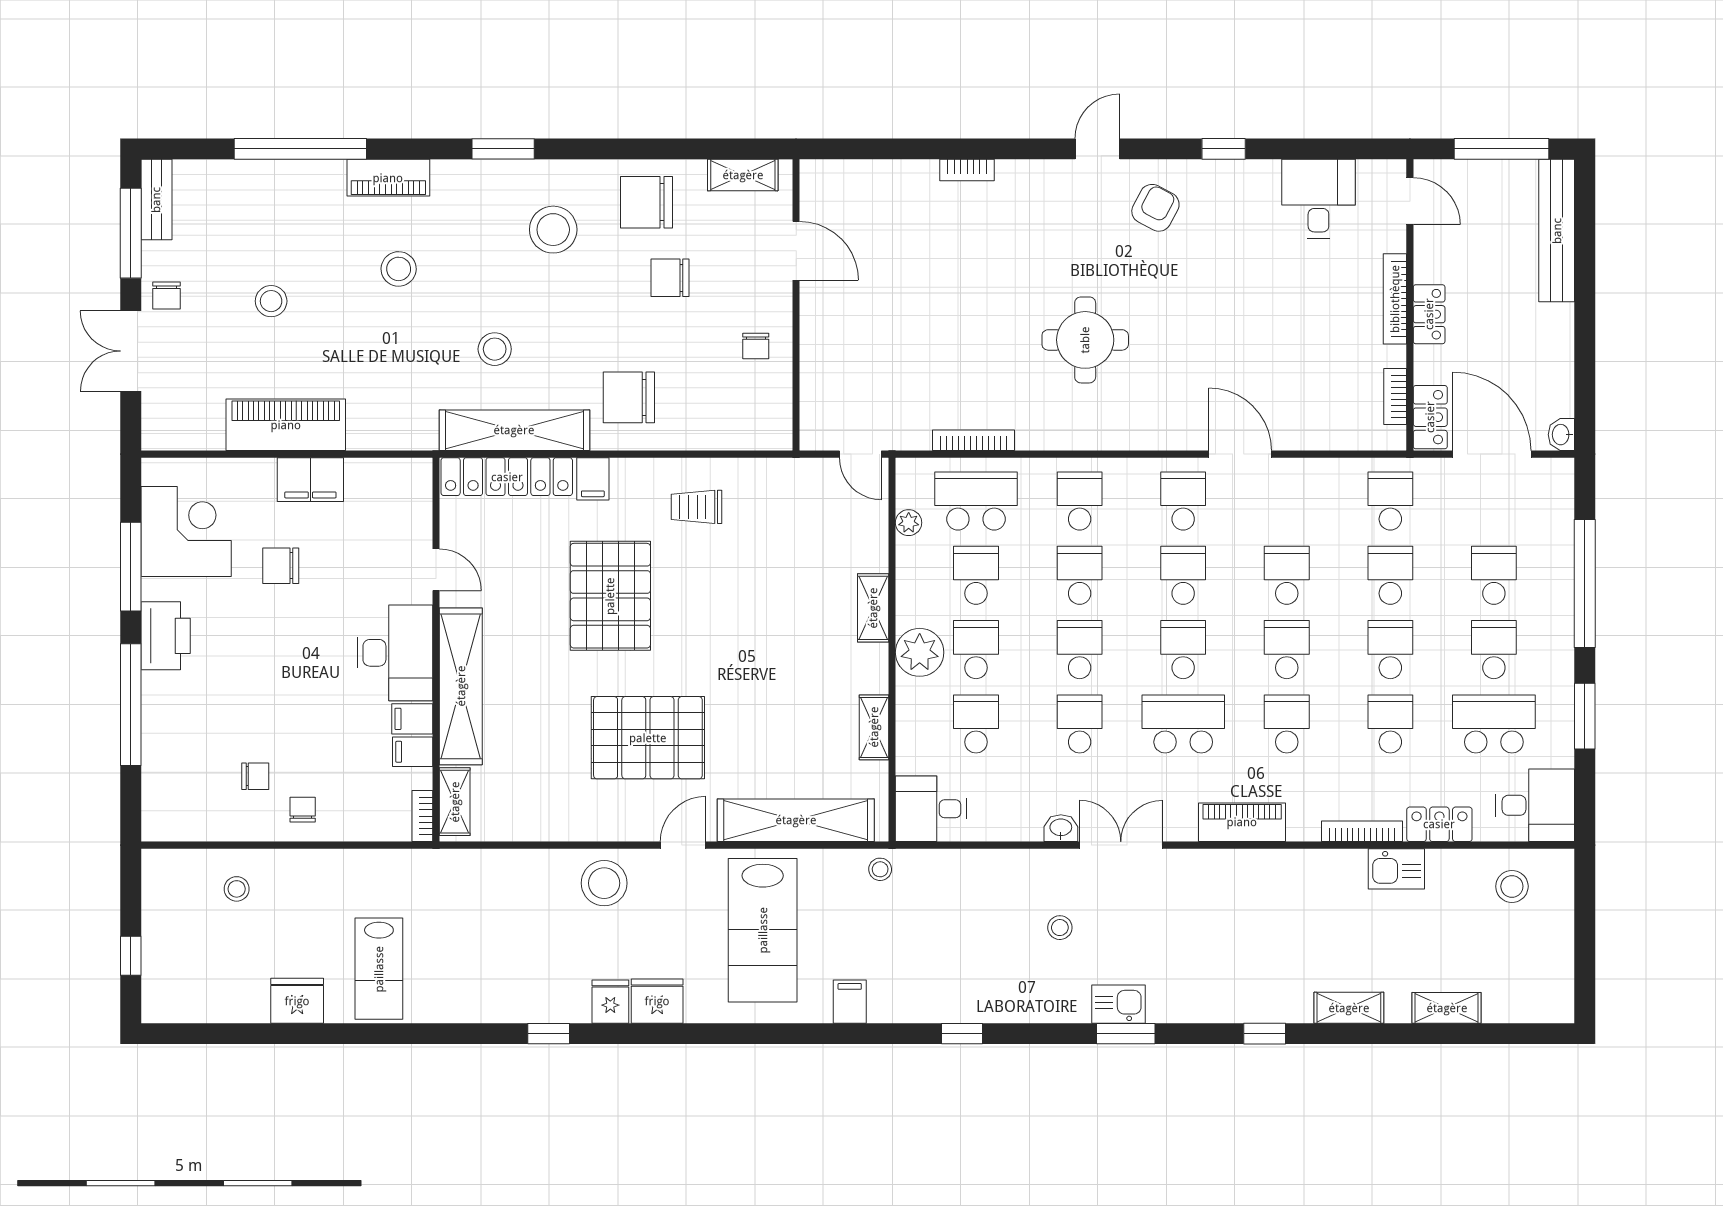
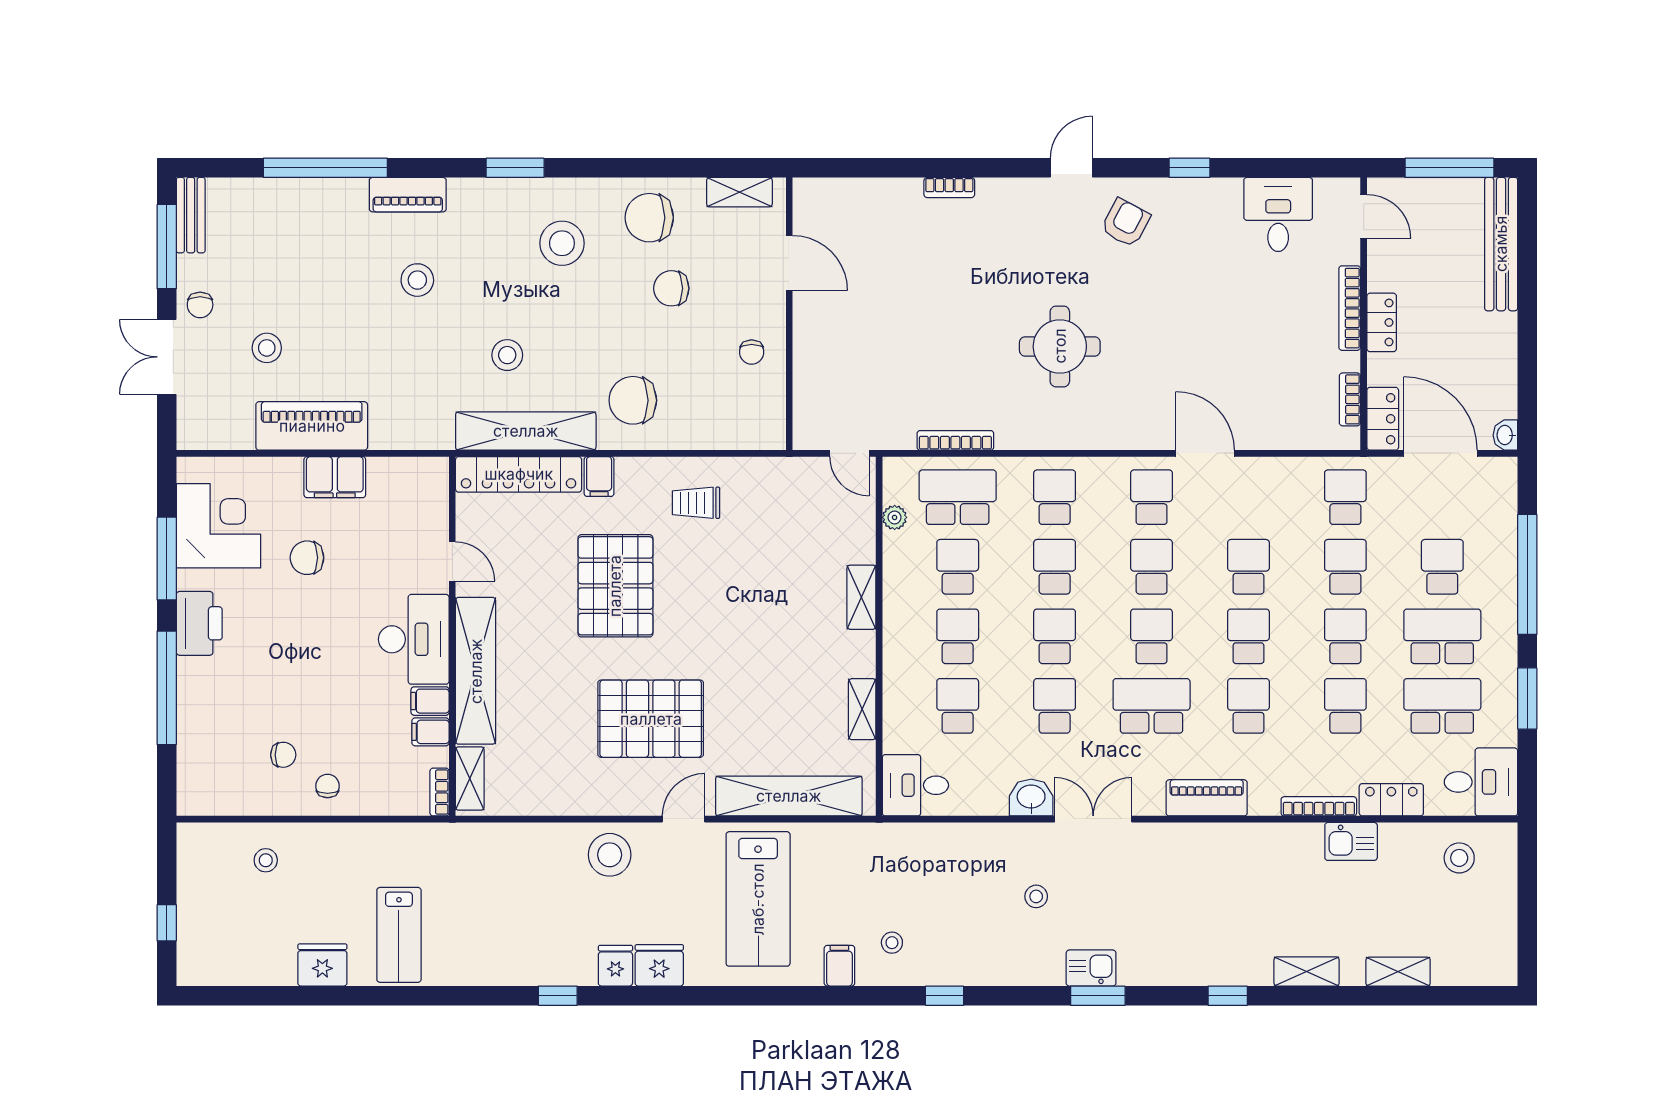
stool: (271, 301) -> (267, 348), moved
school desk: (1494, 650) -> (1442, 636), width x1.85
plant: (920, 652) -> (905, 639), removed
washbasin: (1061, 828) -> (1031, 798), width x1.38, depth x1.45
stool: (880, 869) -> (892, 943), moved

